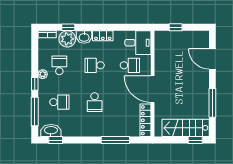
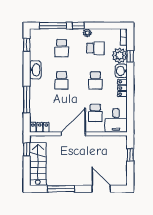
door: (212, 59) -> (101, 189), hinge flipped
school desk: (95, 65) -> (95, 80), turned 180
school desk: (95, 102) -> (62, 80), turned -90
locker: (146, 120) -> (40, 127), width x0.66
washbasin: (51, 131) -> (35, 70), moved
window: (195, 140) -> (27, 149), moved

